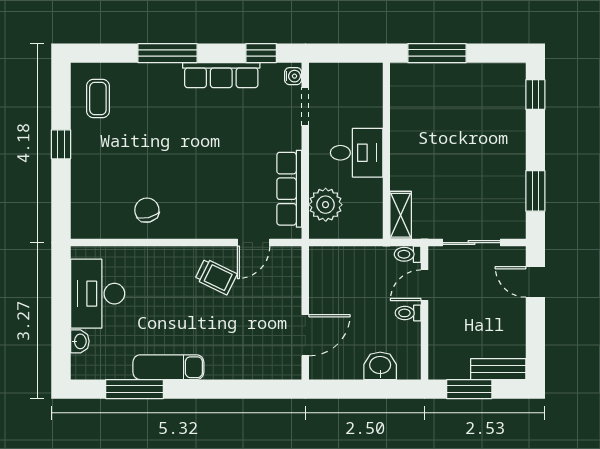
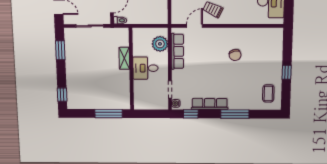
chair: (147, 210) -> (235, 55), moved
shelving: (401, 215) -> (124, 58), moved

